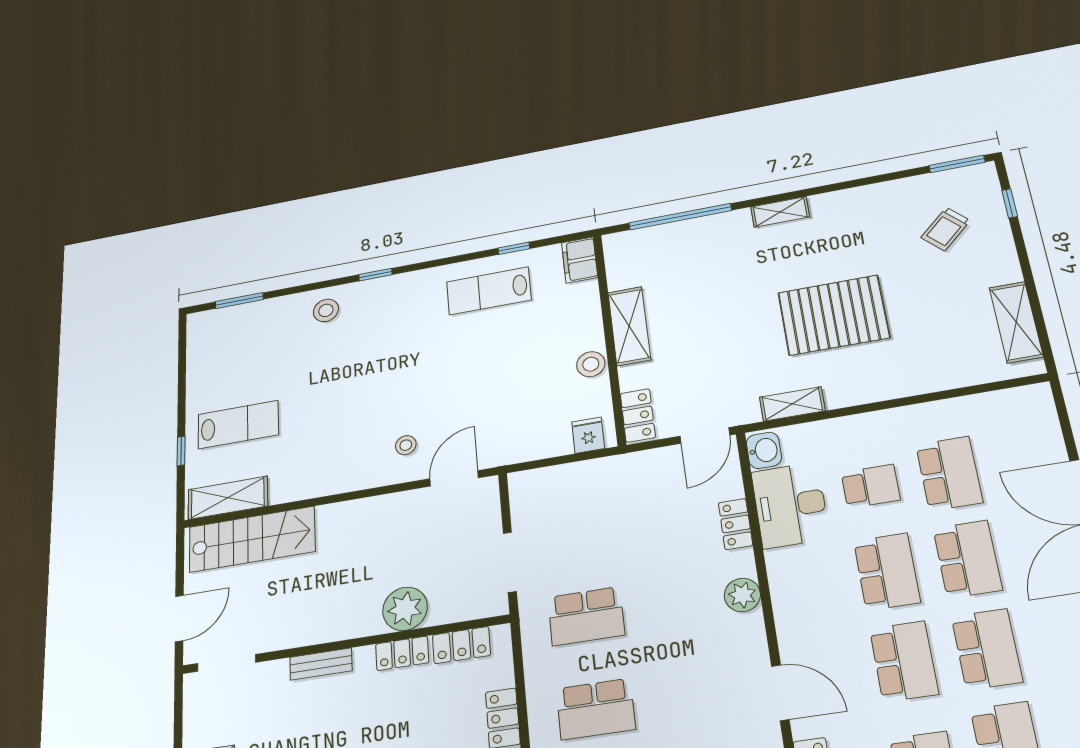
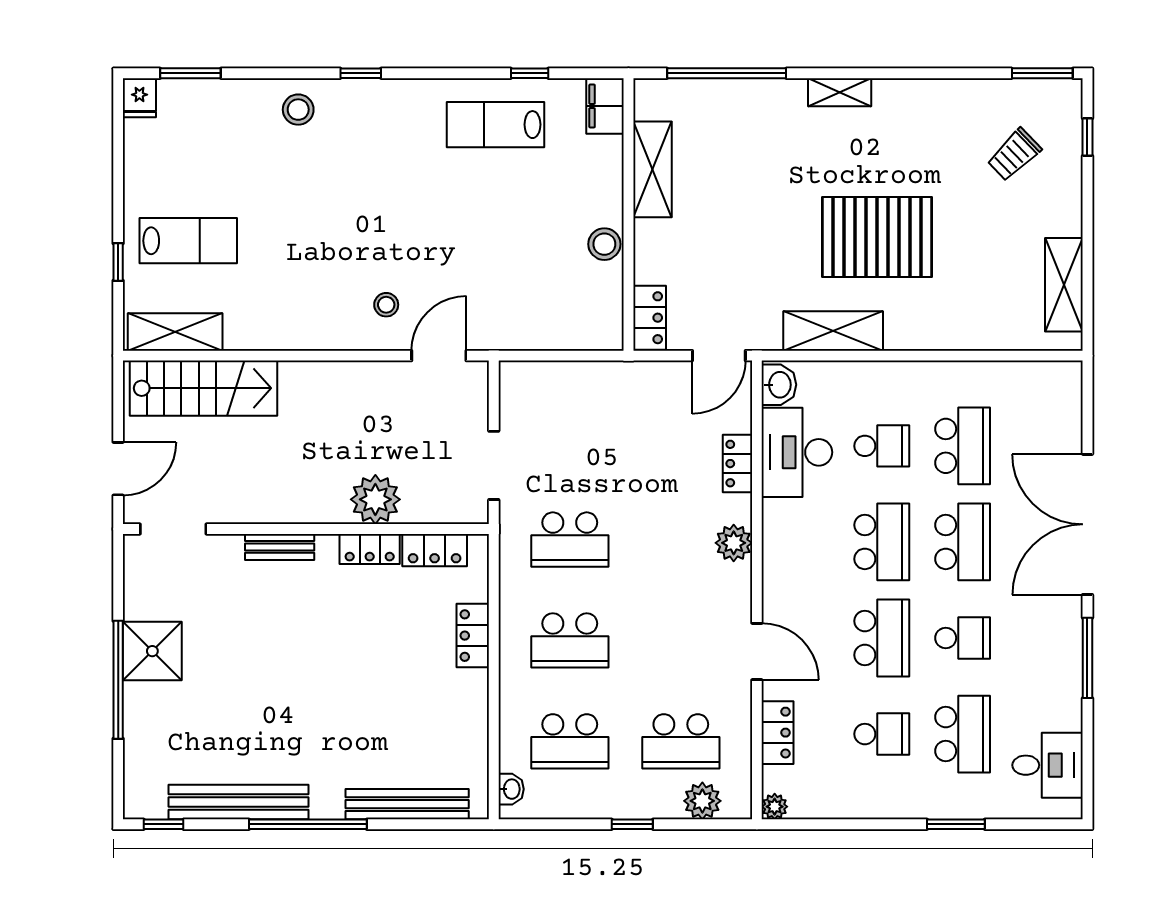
shelving: (629, 326) -> (653, 169), moved
shelving: (792, 404) -> (833, 331), width x1.50, depth x1.33
fridge: (588, 435) -> (139, 98), moved, turned 180
school desk: (987, 649) -> (963, 638), width x0.54

